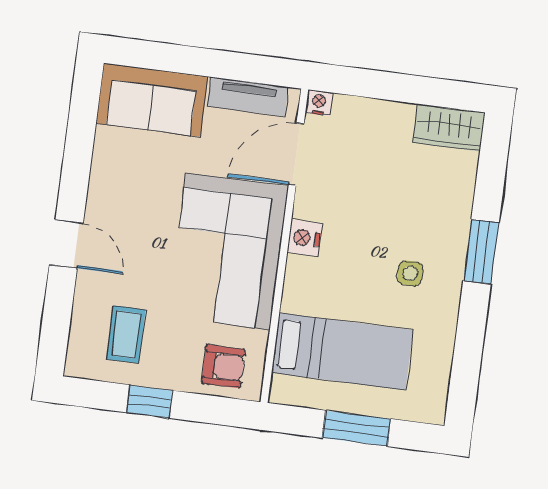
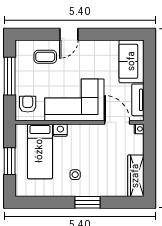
wardrobe: (449, 128) -> (136, 176), width x1.50
nightstand: (304, 238) -> (60, 130), moved
coffee table: (126, 334) -> (45, 57), moved
armchair: (223, 366) -> (28, 104), turned 180
window: (150, 402) -> (10, 76), width x2.17

